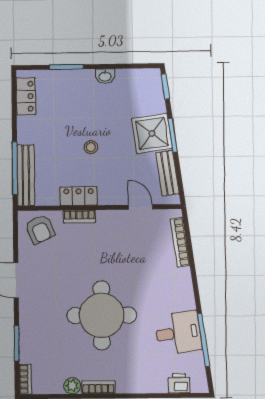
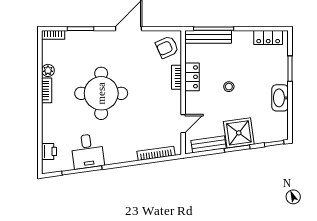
washbasin: (105, 76) -> (280, 98), width x1.91, depth x1.45

